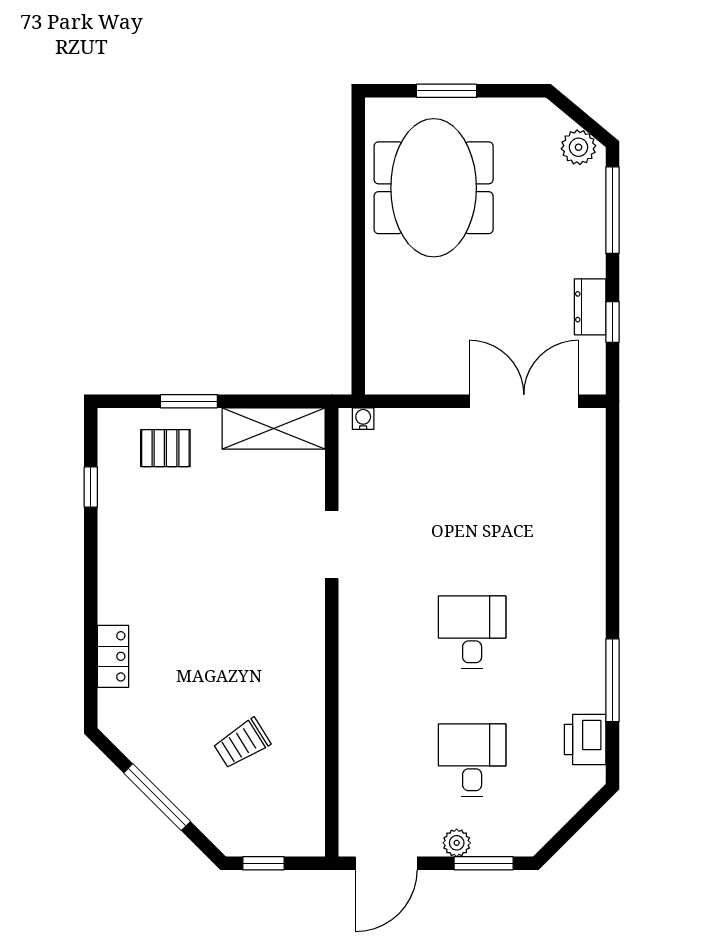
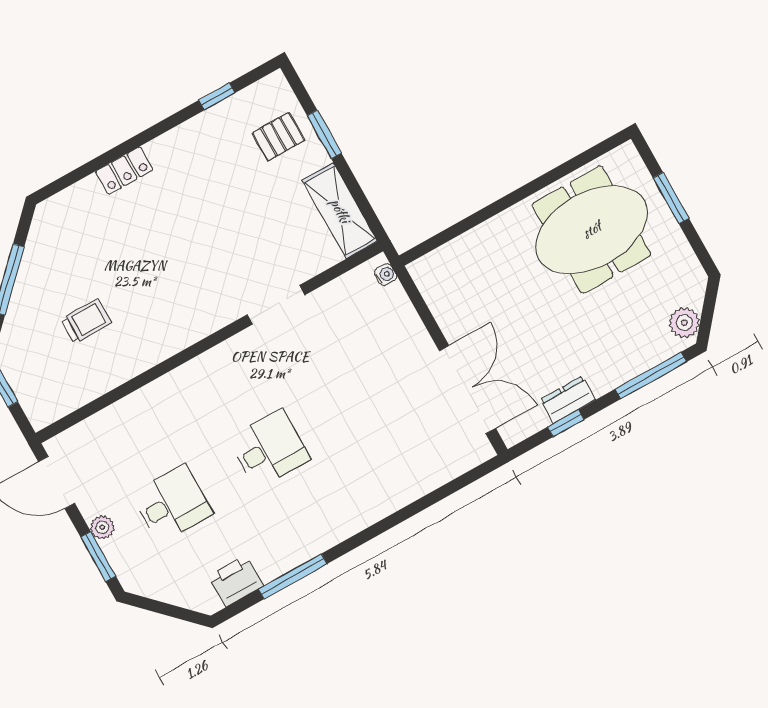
pallet: (165, 448) -> (278, 137), turned 90
locker: (113, 656) -> (124, 171), moved
trolley: (242, 743) -> (86, 321), turned 122

